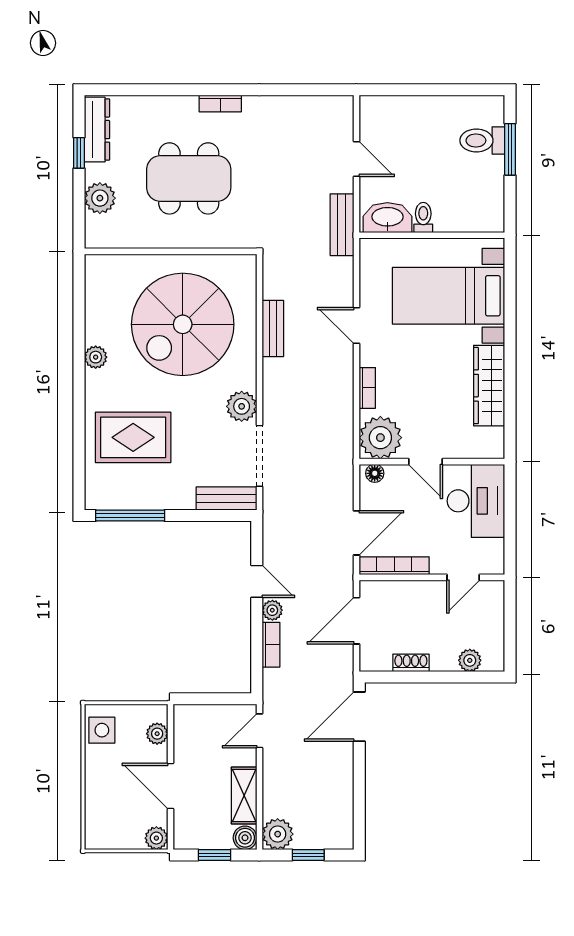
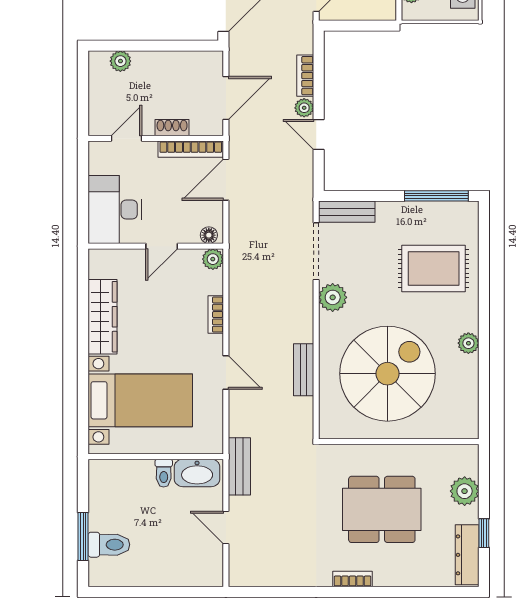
plant: (380, 438) -> (213, 259), width x0.53, depth x0.53
door: (425, 462) -> (162, 246), swing flipped
shoe rack: (411, 663) -> (172, 128), moved, turned 180

